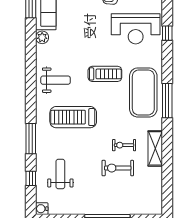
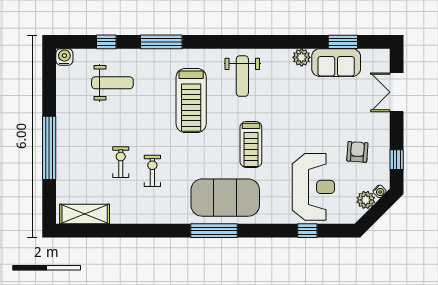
reception desk: (136, 29) -> (313, 187), turned 180
treadmill: (73, 117) -> (191, 100), turned 180
shelving: (155, 148) -> (85, 214), moved
exercise bike: (118, 168) -> (121, 162), width x0.73, depth x0.72

